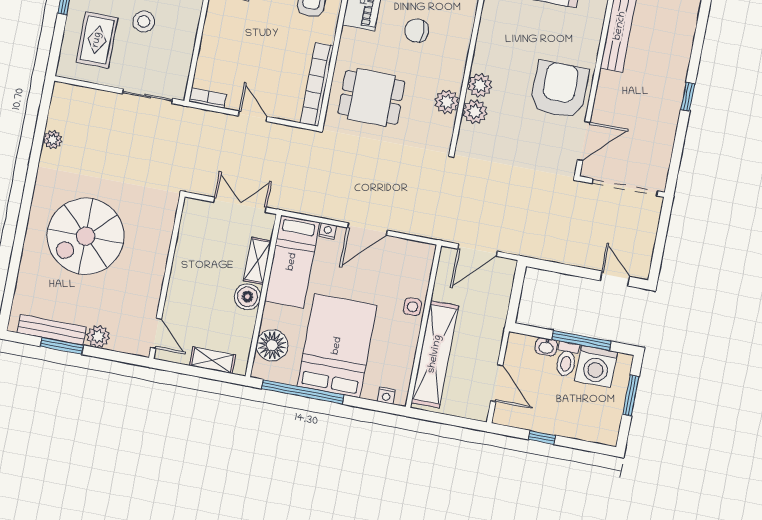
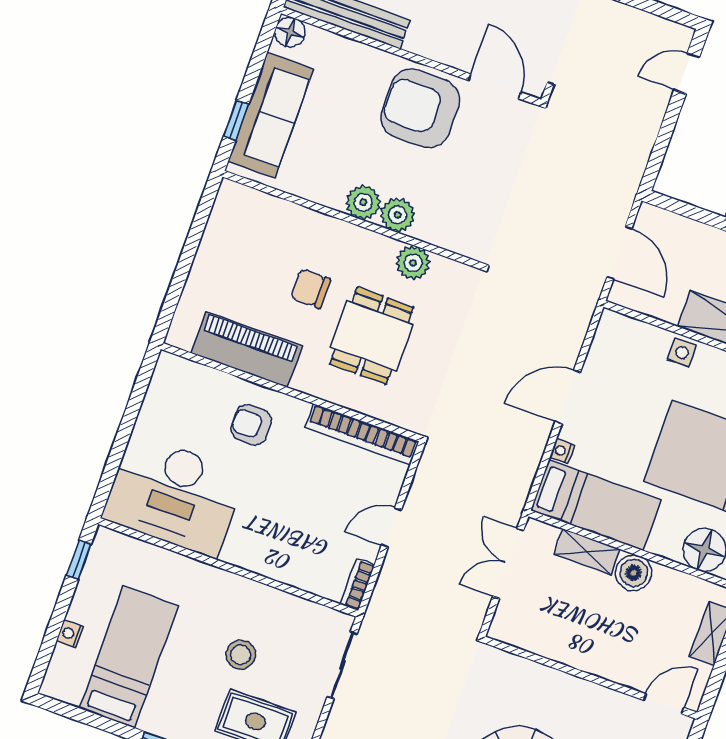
chair: (417, 31) -> (311, 289), turned 90
dining table: (371, 97) -> (372, 336), moved
plant: (475, 112) -> (363, 202), moved
door: (367, 229) -> (568, 397), swing flipped

